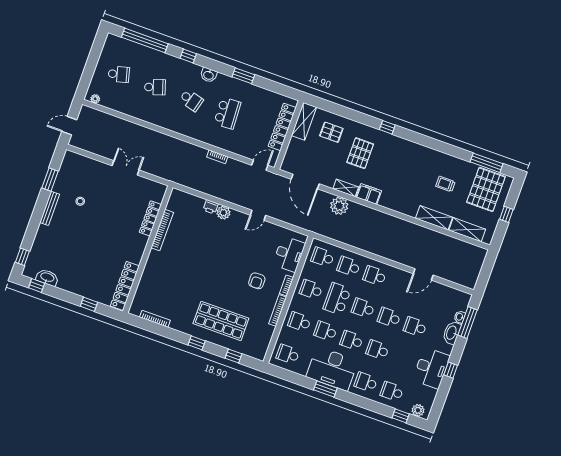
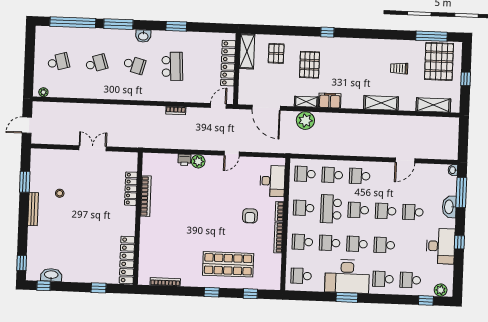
window: (188, 56) -> (118, 24), width x2.17
pallet: (331, 132) -> (276, 53), turned 90
shelving: (434, 218) -> (381, 103), moved
washbasin: (460, 317) -> (453, 170), moved

